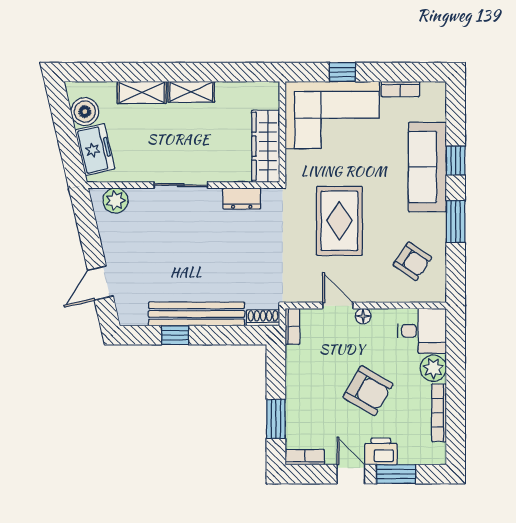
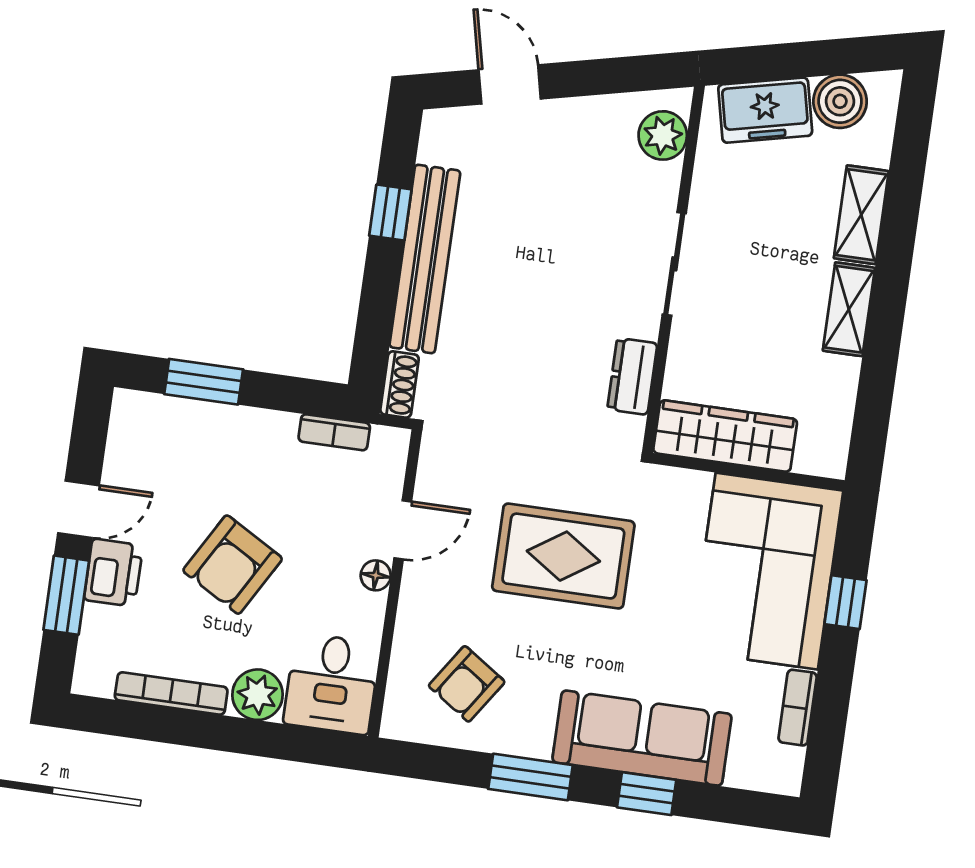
bookcase: (292, 326) -> (334, 432), moved
bookcase: (305, 457) -> (123, 426), removed

